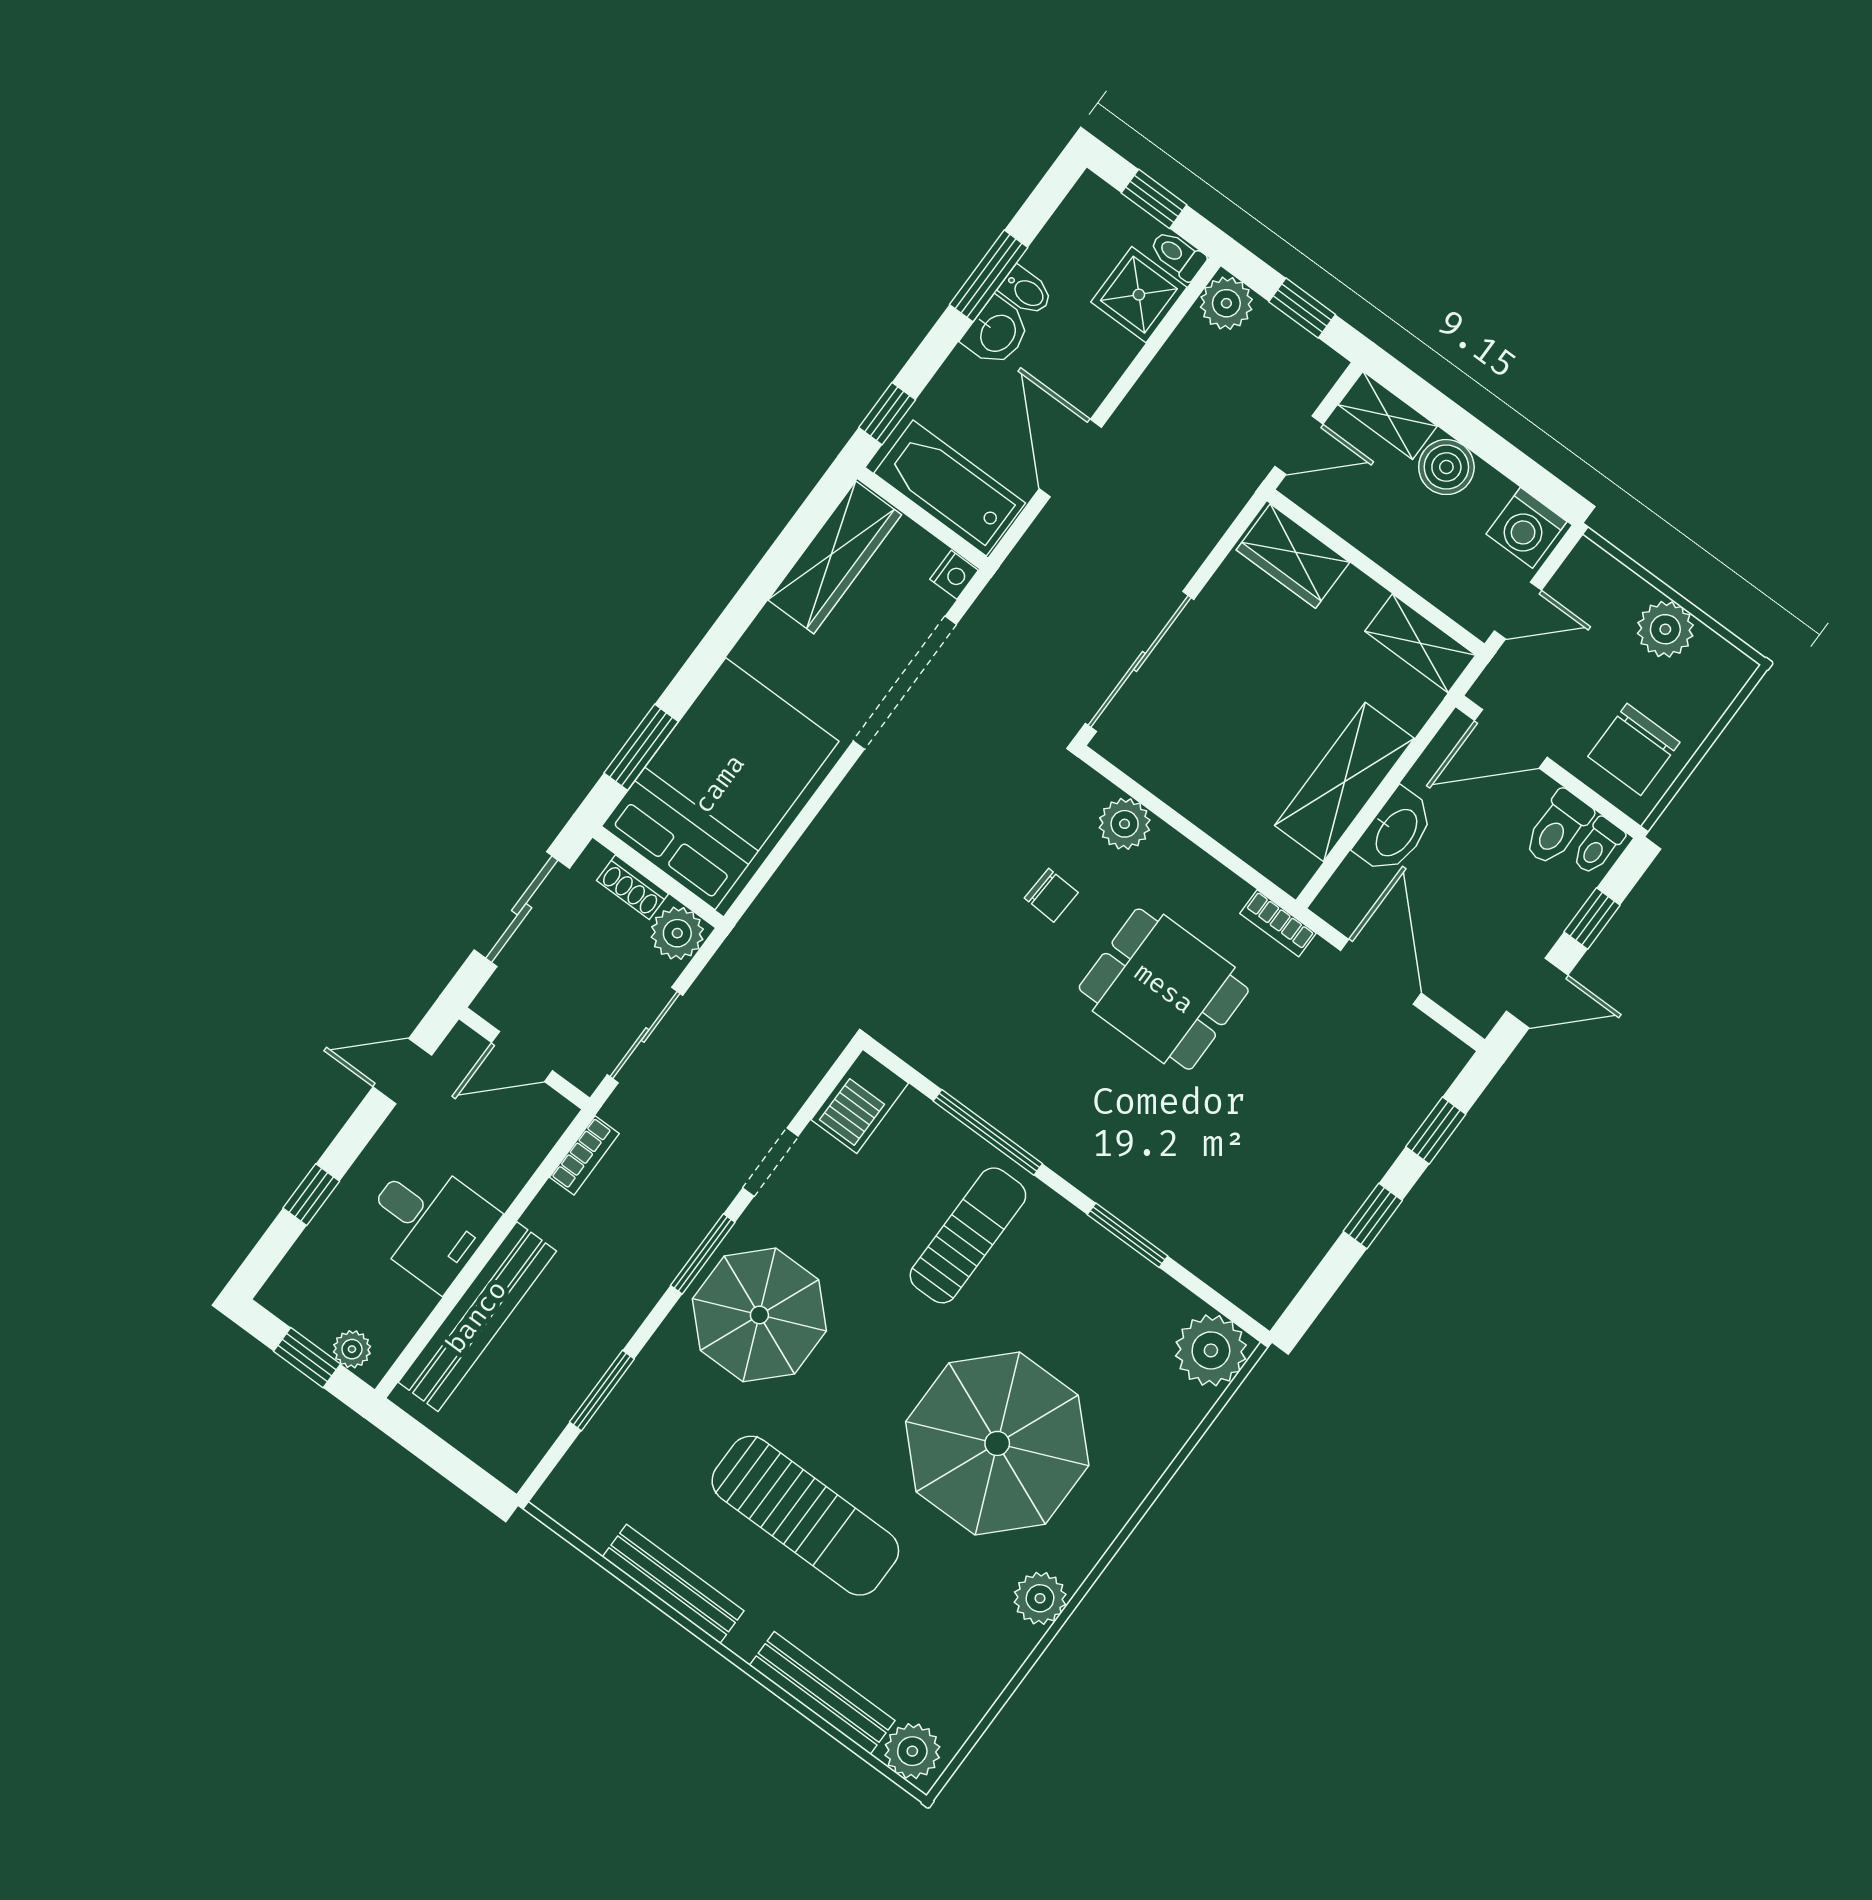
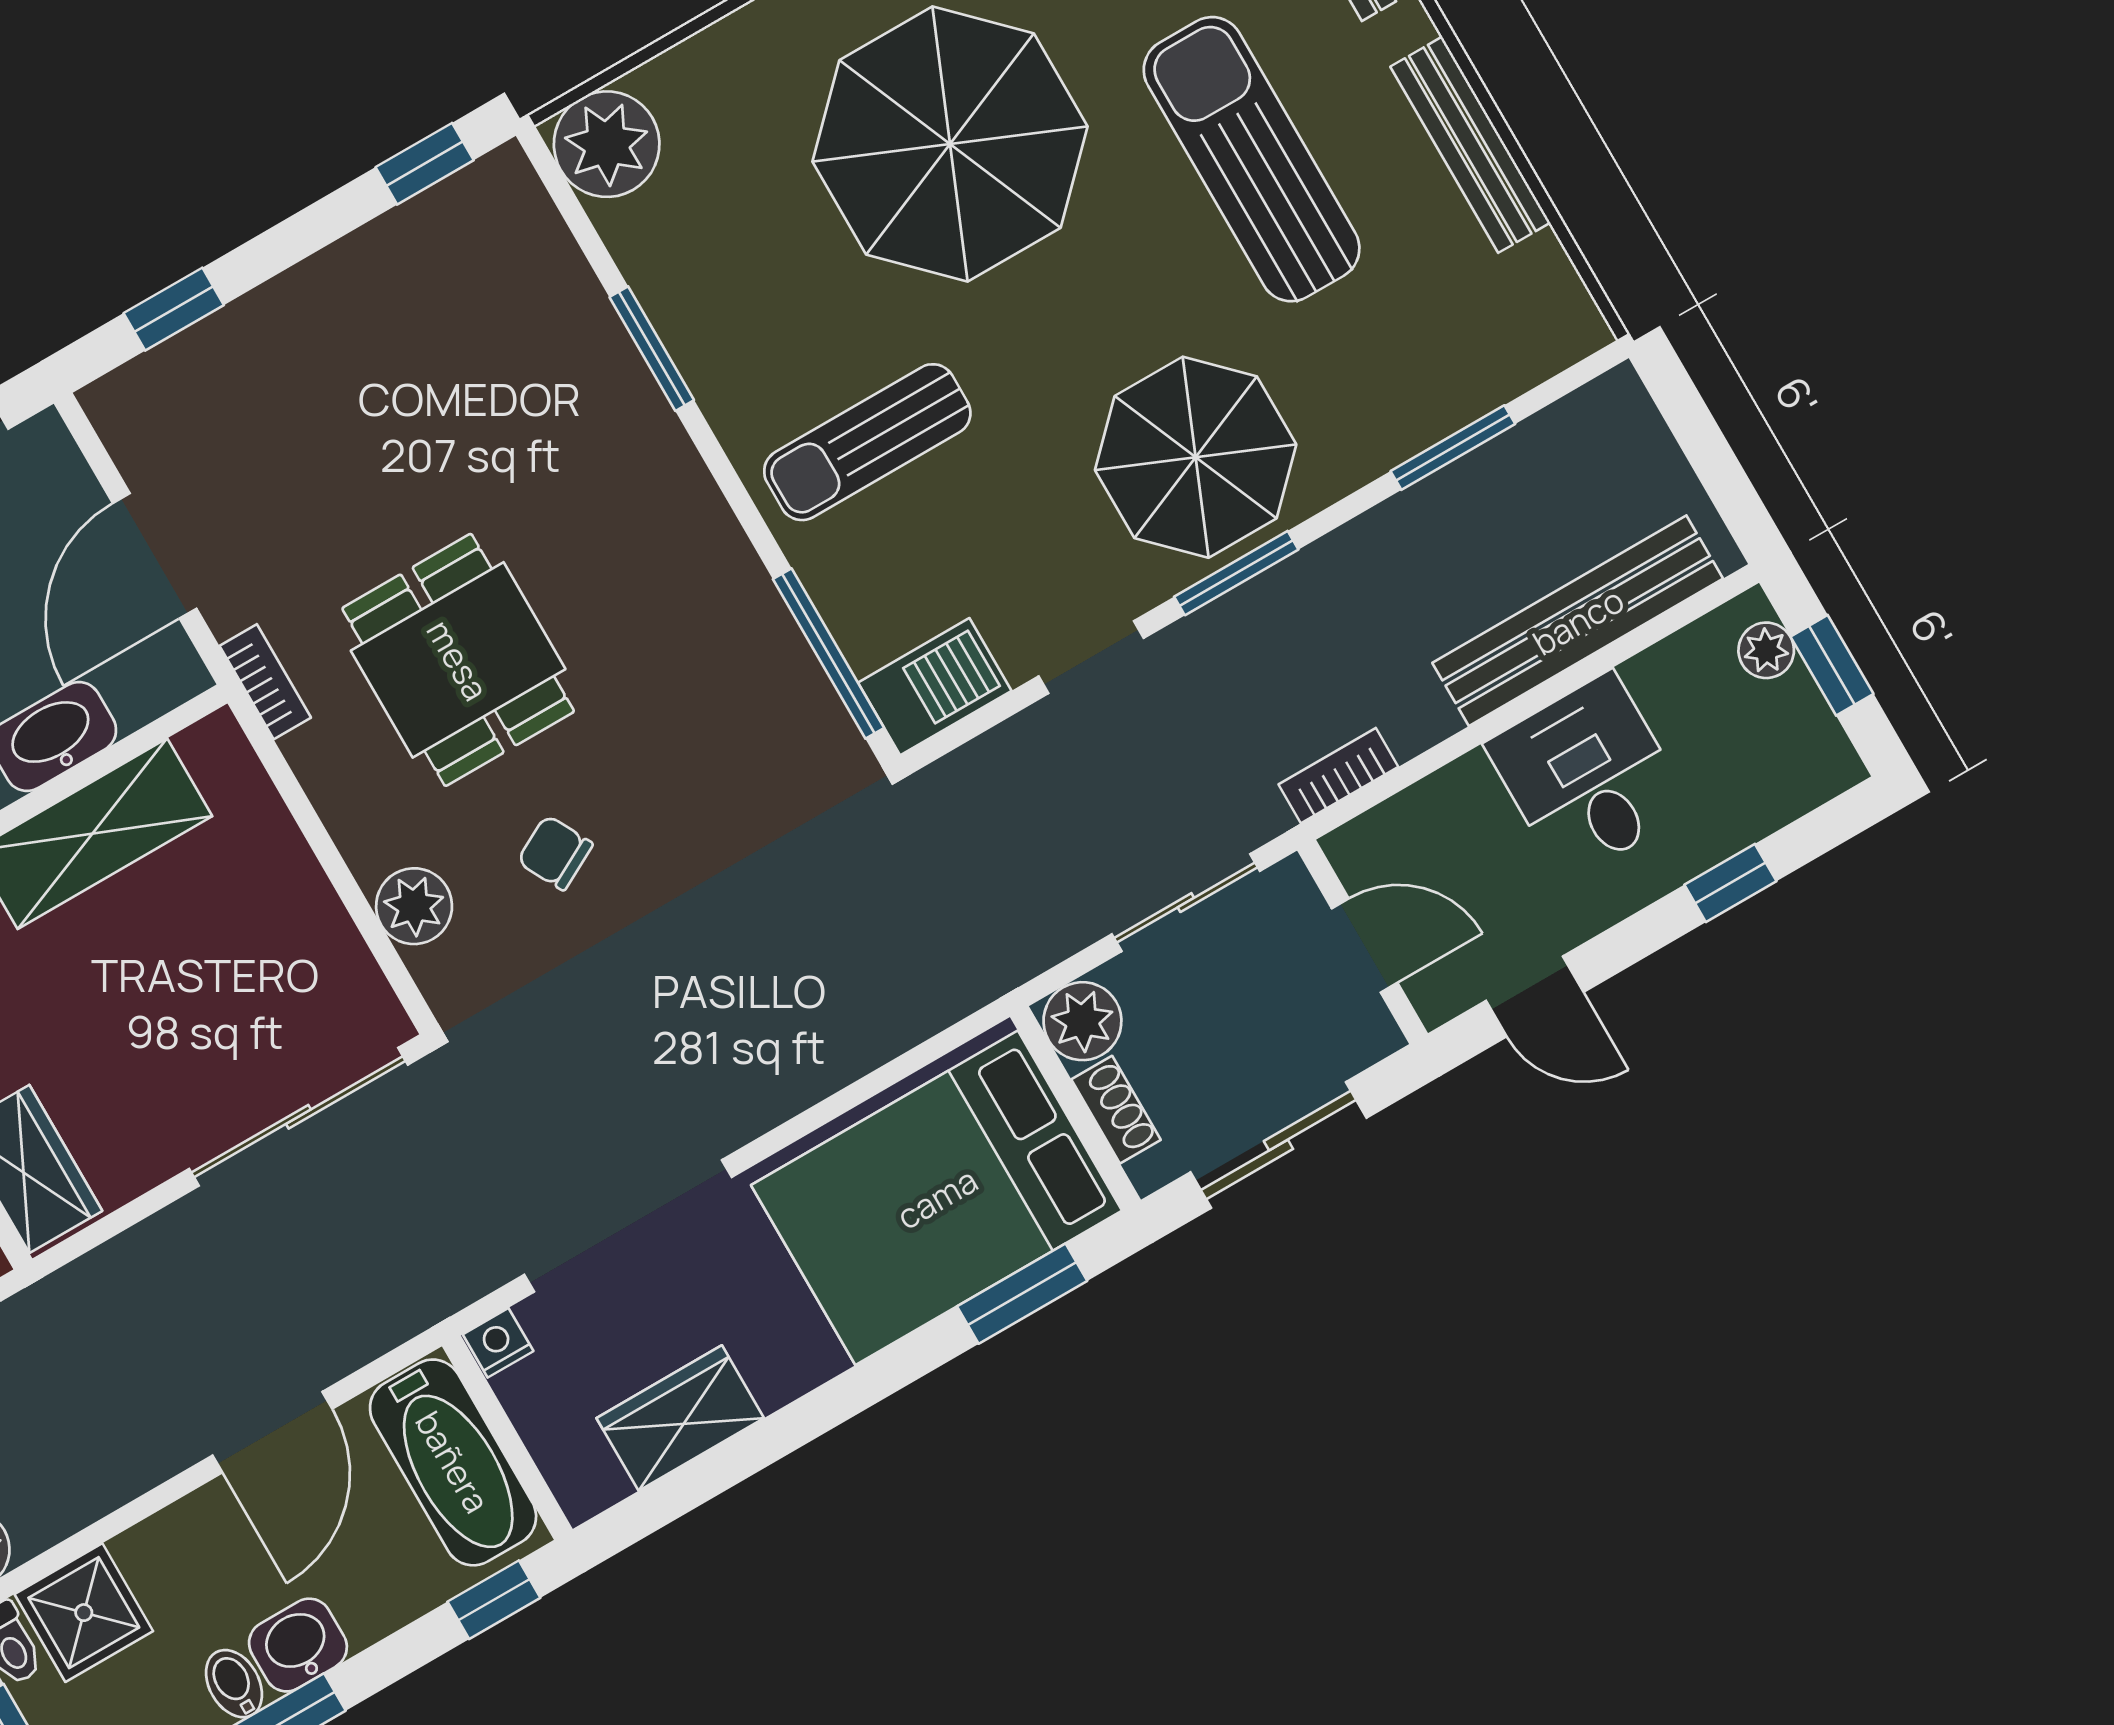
wardrobe: (835, 557) -> (680, 1418), width x0.67
chair: (1051, 895) -> (555, 853), turned -31
window: (988, 1132) -> (828, 654), moved
window: (1373, 1216) -> (425, 164), moved

